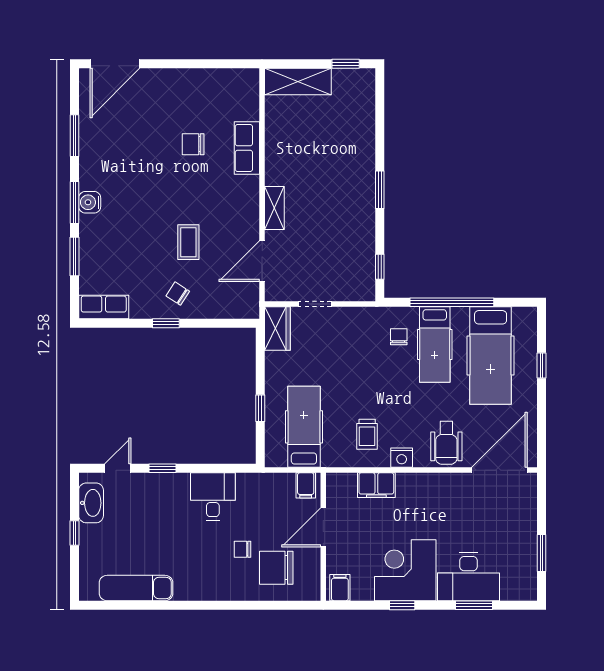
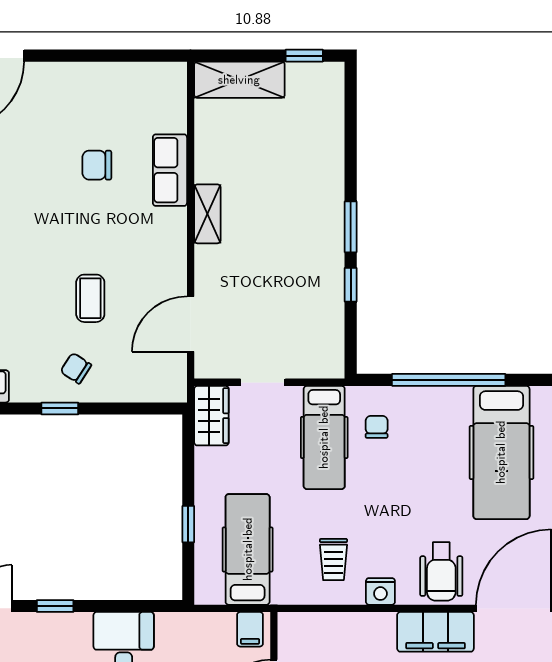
shelving: (274, 208) -> (207, 214), moved
window: (380, 267) -> (351, 285), moved
hospital bed: (435, 344) -> (324, 437), moved
filing cabinet: (376, 485) -> (435, 632), moved, width x1.50, depth x1.17

